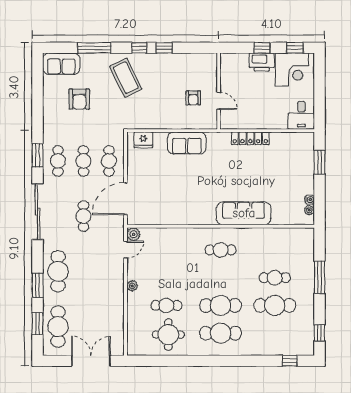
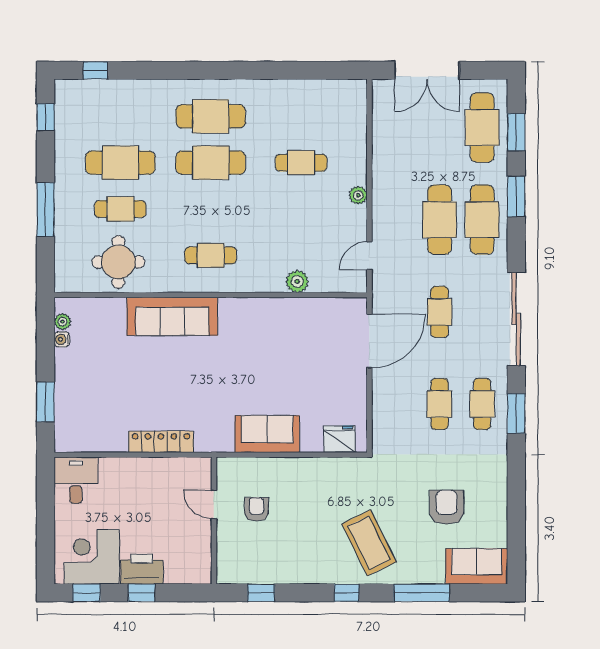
window: (164, 48) -> (261, 593), moved
cafe table: (109, 161) -> (440, 220), moved, width x1.37, depth x1.35
plant: (134, 234) -> (297, 281), moved
round table: (168, 335) -> (118, 262), moved

